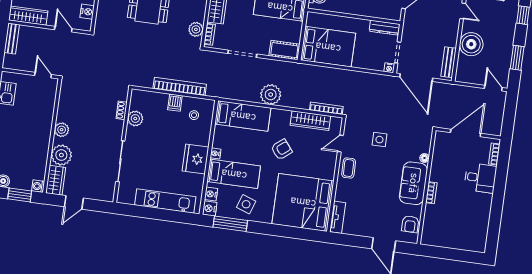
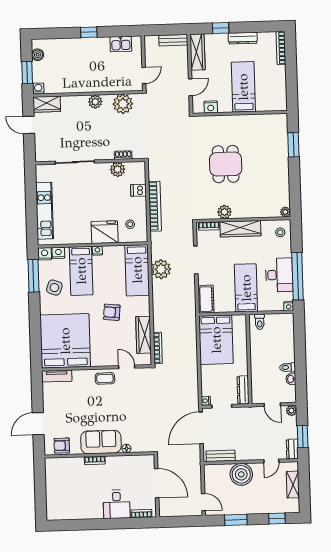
plant: (196, 29) -> (224, 212), moved
door: (493, 88) -> (203, 502), hinge flipped
plant: (271, 95) -> (161, 269), moved
dishwasher: (175, 103) -> (138, 190), moved
side table: (379, 140) -> (137, 403), removed
armchair: (282, 149) -> (112, 312), turned 135
plant: (61, 155) -> (123, 104), moved
fridge: (195, 159) -> (105, 232), moved

